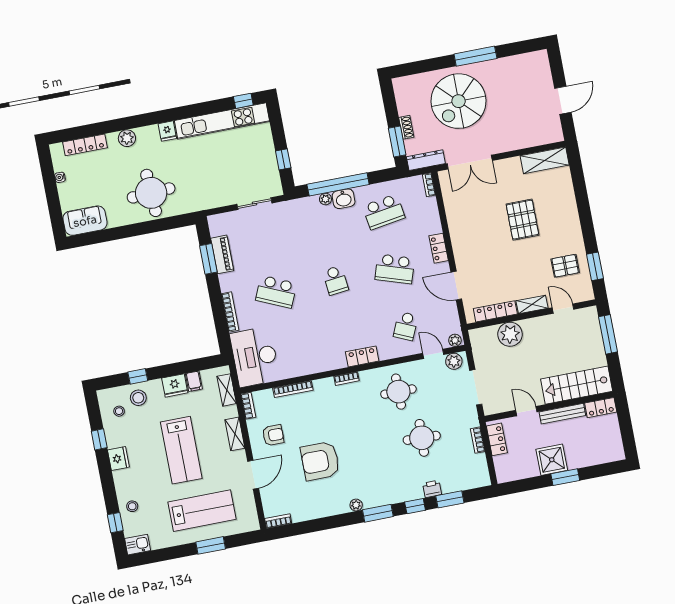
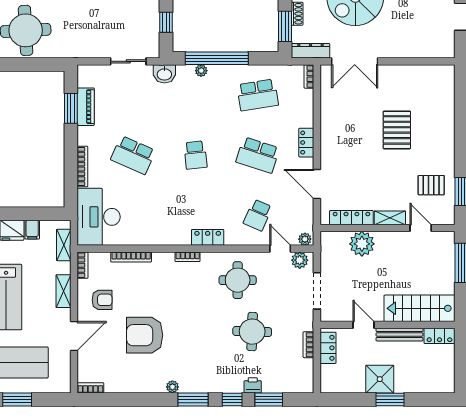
shelving: (545, 160) -> (431, 74), removed
washbasin: (344, 199) -> (164, 74), moved

